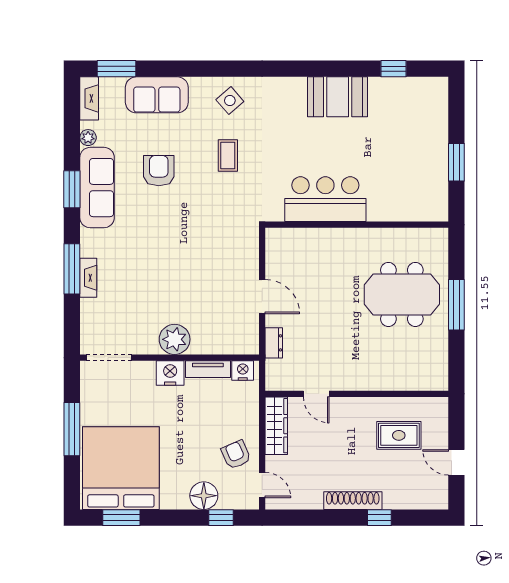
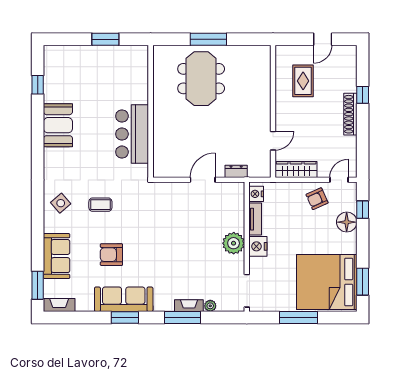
plant: (88, 138) -> (210, 306), moved

